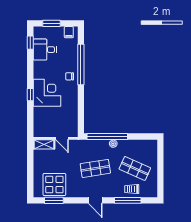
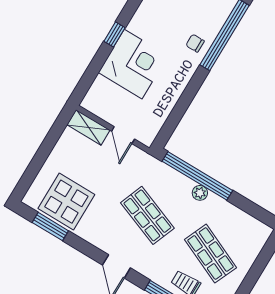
corner desk: (47, 93) -> (133, 64), moved
shop shelf: (95, 168) -> (147, 215), turned 30

